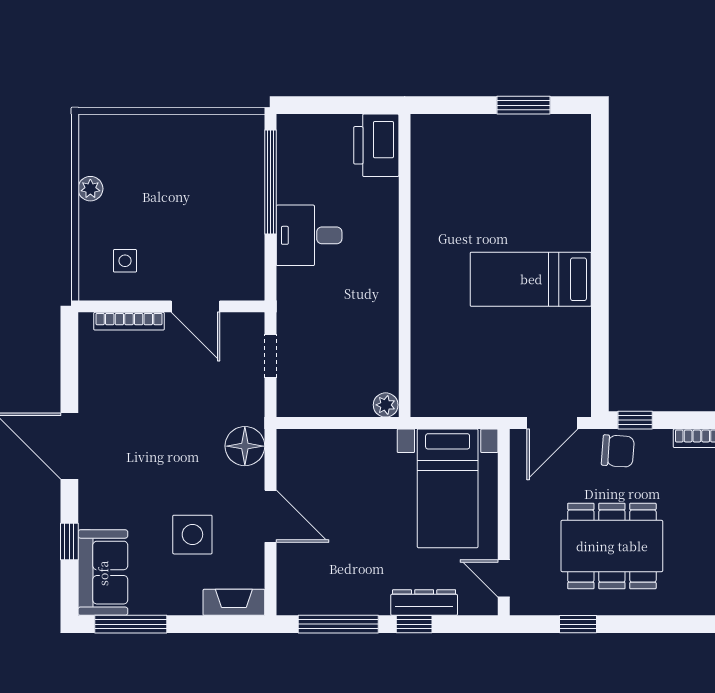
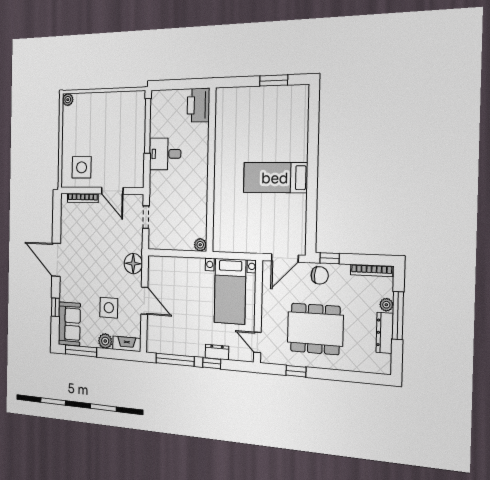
plant: (90, 189) -> (68, 100), moved
side table: (125, 261) -> (82, 167), width x1.87, depth x1.87
plant: (186, 600) -> (105, 341), added
dresser: (424, 602) -> (217, 352), width x0.70

